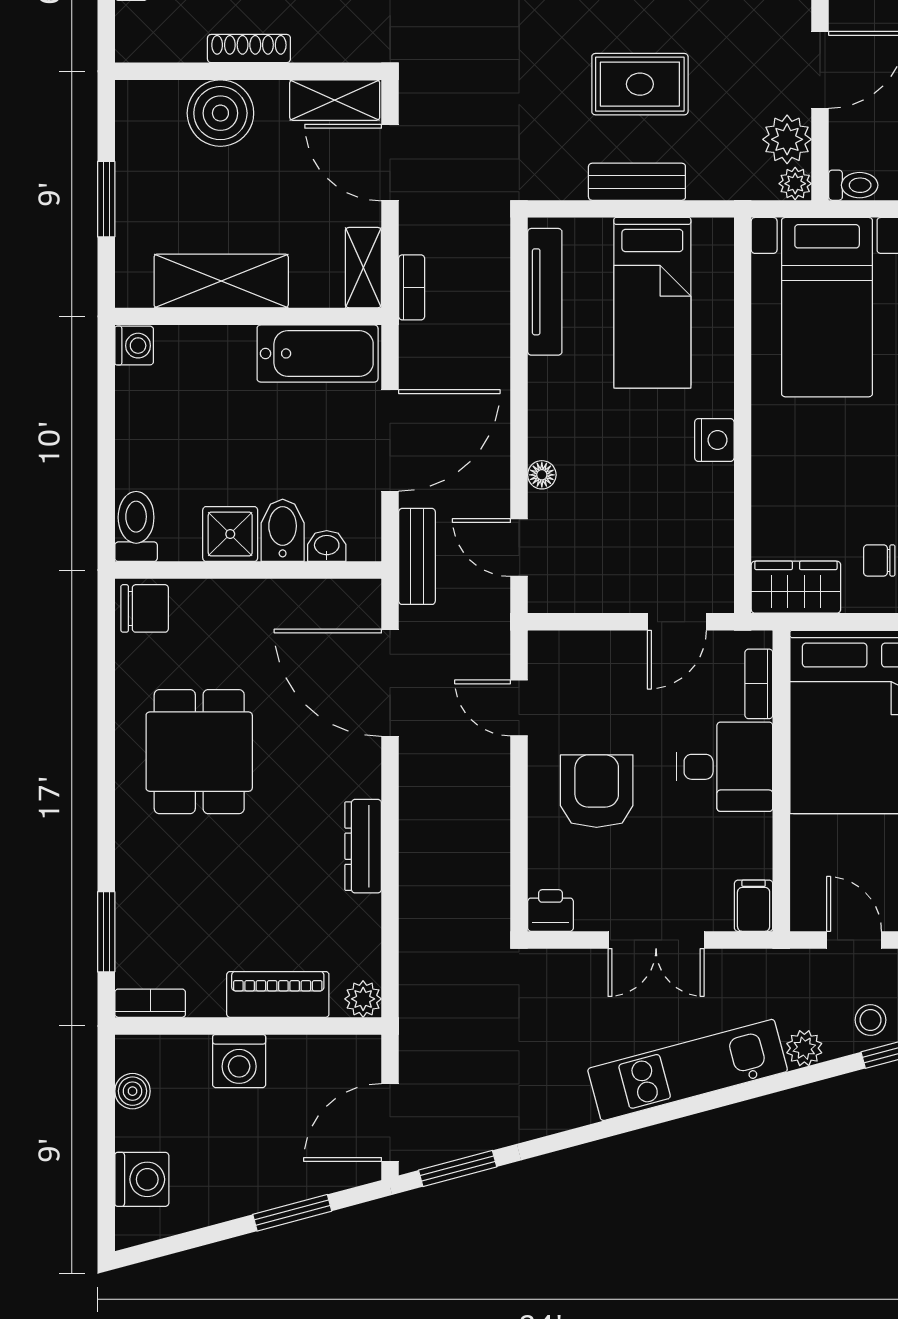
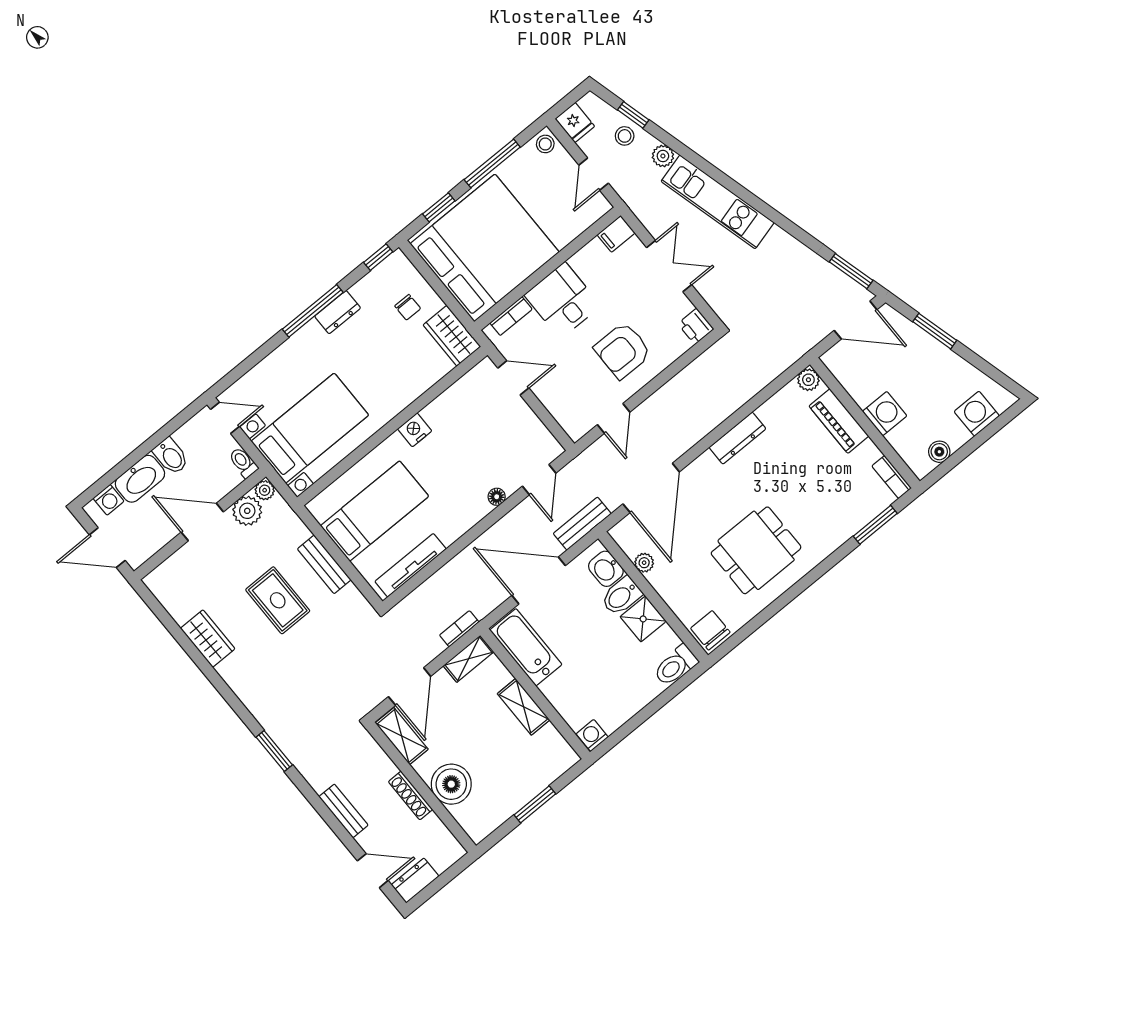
shelving: (221, 281) -> (524, 707), width x0.67, depth x0.75
washbasin: (327, 546) -> (606, 569), width x1.38, depth x1.45
plant: (301, 595) -> (644, 563), added

